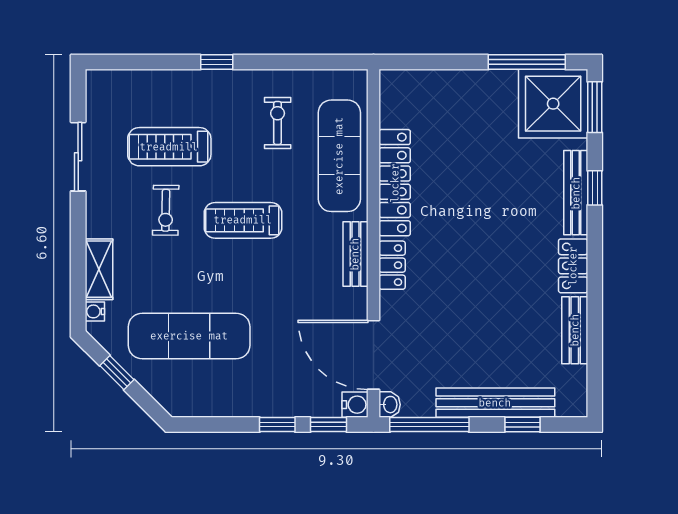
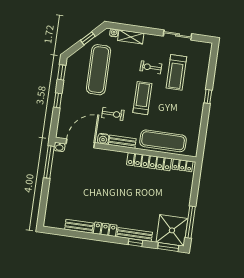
exercise bike: (278, 123) -> (113, 114), moved
treadmill: (169, 147) -> (176, 72), turned 180
locker: (392, 265) -> (183, 165), moved
bench: (495, 403) -> (54, 190), removed
water cooler: (355, 405) -> (103, 139), moved
window: (329, 425) -> (62, 72), moved
window: (522, 425) -> (44, 200), removed

